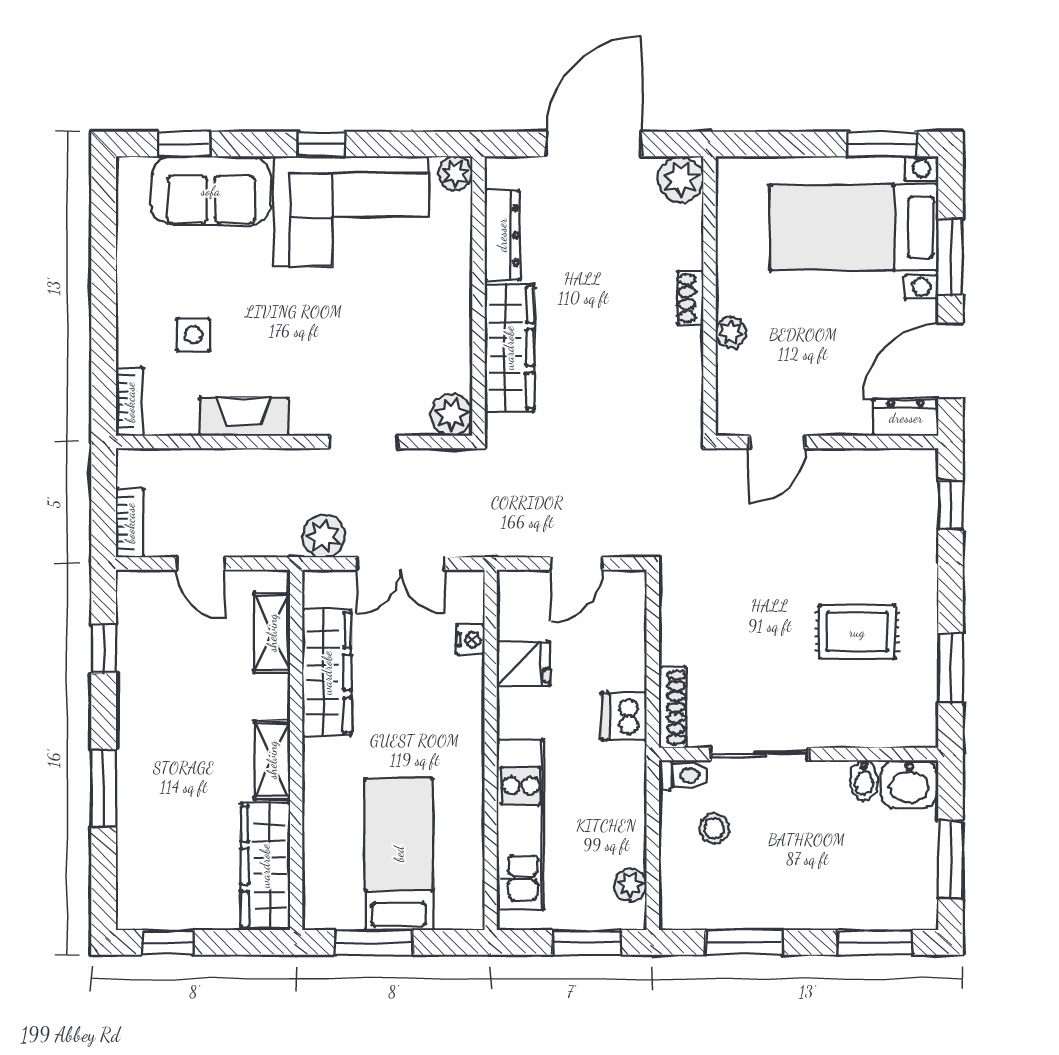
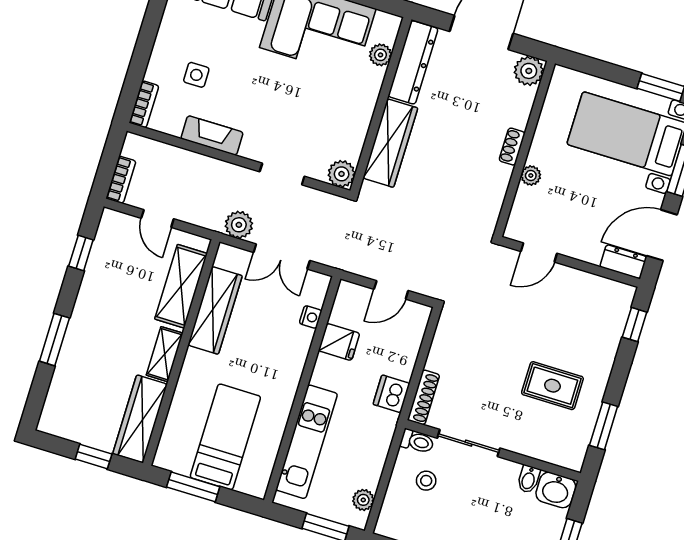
plant: (455, 173) -> (380, 55), moved
dresser: (502, 235) -> (413, 62), width x1.37, depth x1.24
shelving: (272, 633) -> (181, 286), width x1.50, depth x1.33
window: (168, 942) -> (94, 456), moved

